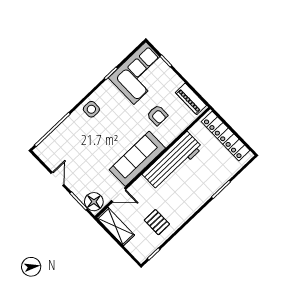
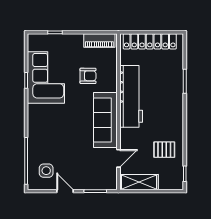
corner sofa: (140, 73) -> (46, 77), moved
side table: (91, 109) -> (46, 171), moved
floor lamp: (94, 202) -> (106, 181), removed

